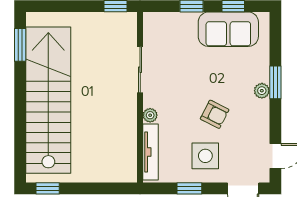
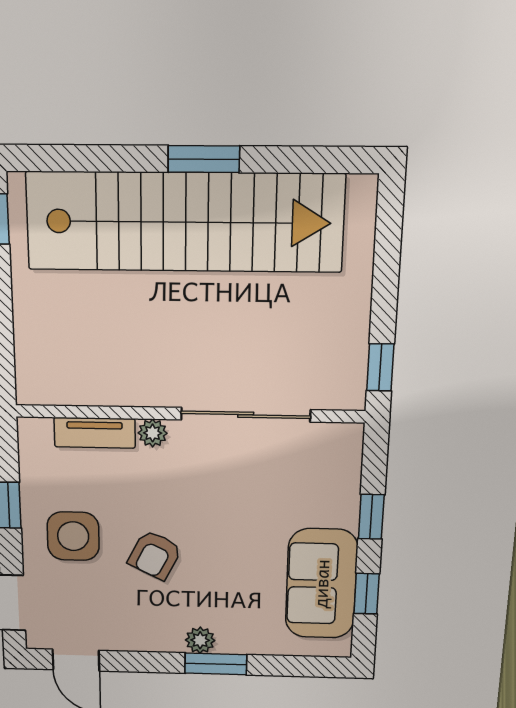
window: (20, 45) -> (204, 159), moved
sliding door: (140, 70) -> (246, 415), width x1.37
tv unit: (151, 152) -> (95, 433), width x0.71

